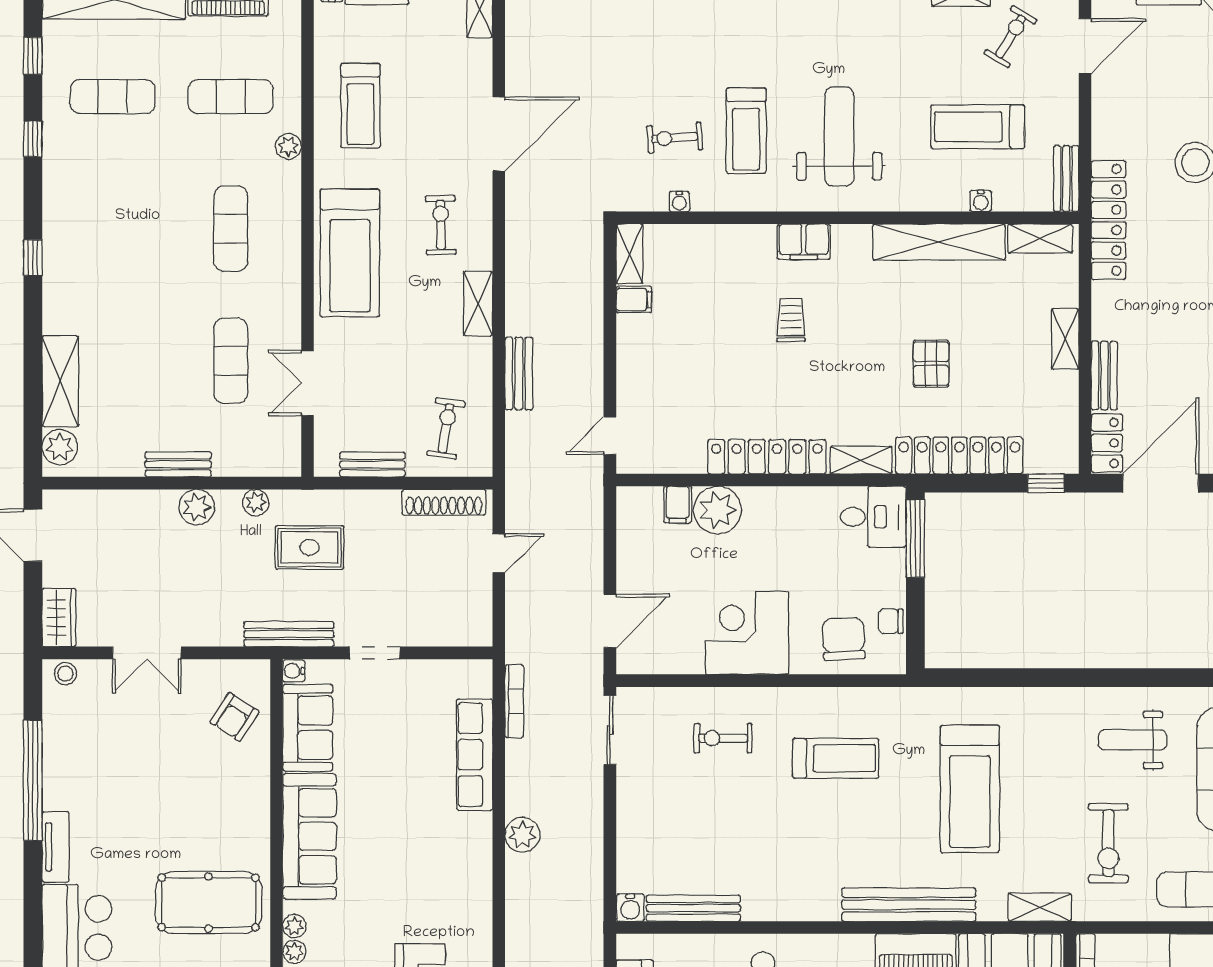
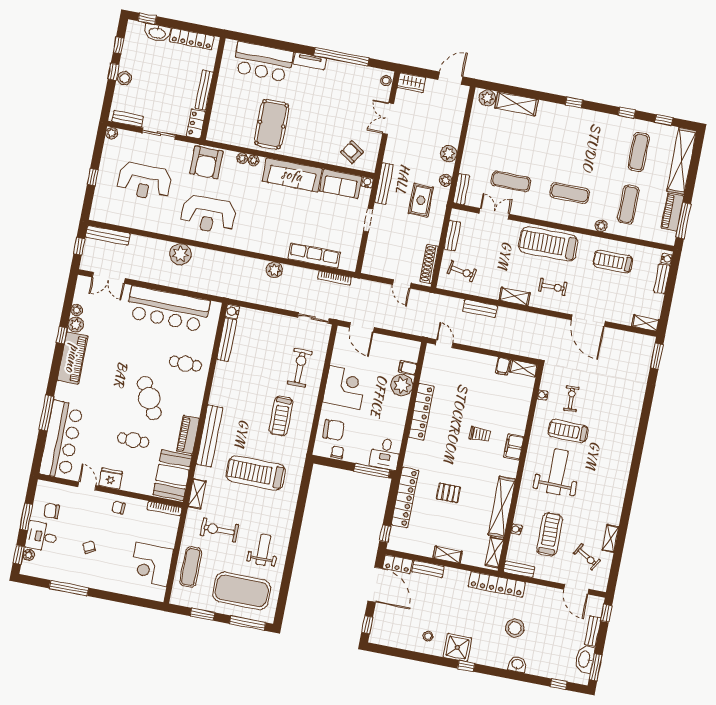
weight bench: (839, 137) -> (557, 472), turned -90
shelving: (861, 460) -> (412, 453), removed
bench: (178, 464) -> (461, 189), moved
exercise bike: (723, 738) -> (300, 368), width x1.38, depth x1.39

